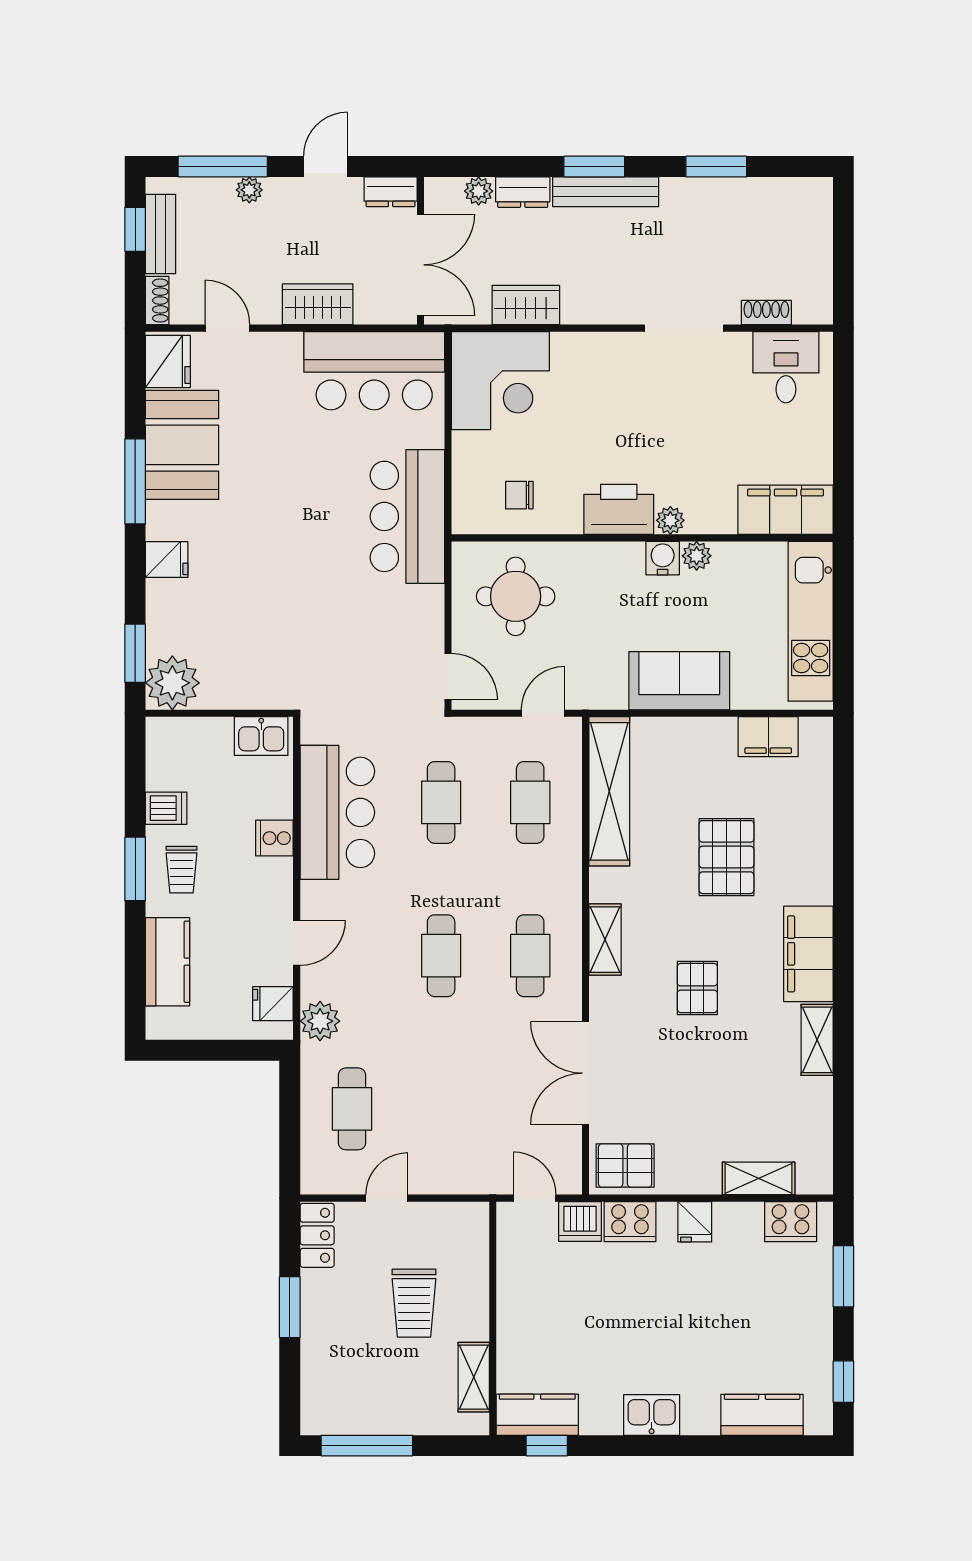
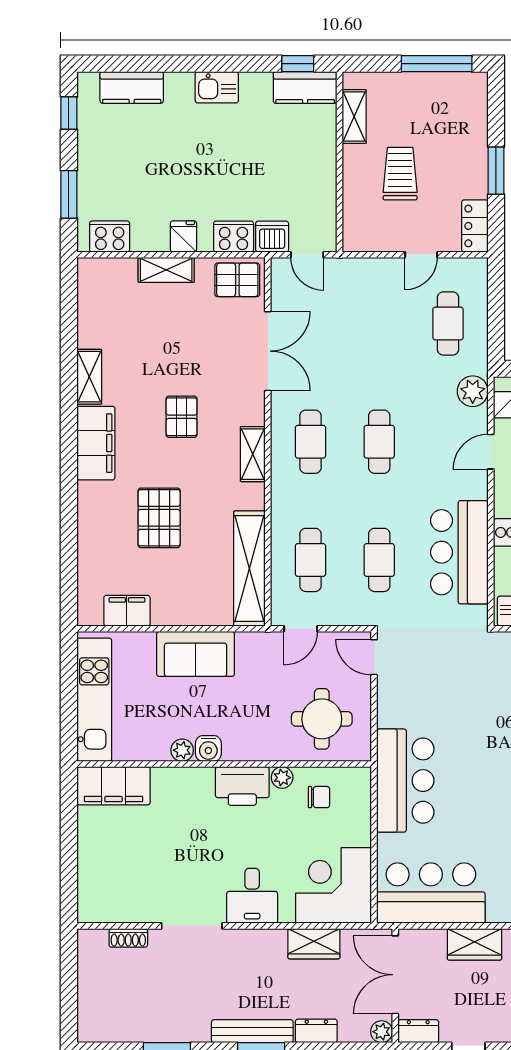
plant: (479, 191) -> (382, 1032), moved
desk: (786, 367) -> (252, 896), moved
plant: (670, 520) -> (282, 778), moved
shelving: (759, 1178) -> (166, 270), moved

